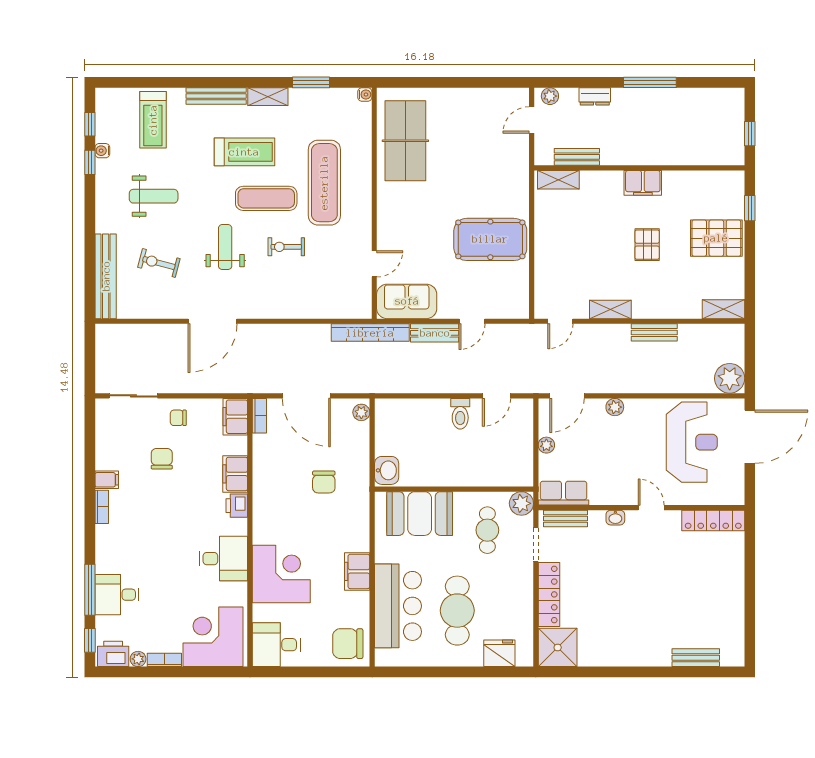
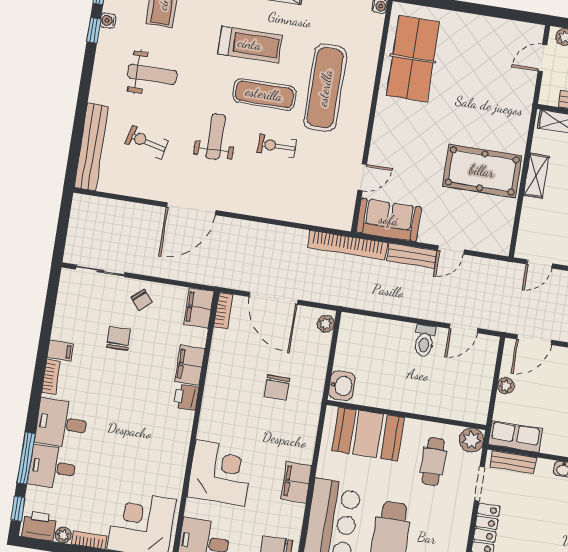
shelving: (544, 236) -> (536, 176), added
chair: (178, 418) -> (142, 300), turned -131
desk: (223, 559) -> (61, 423), moved, turned 180

